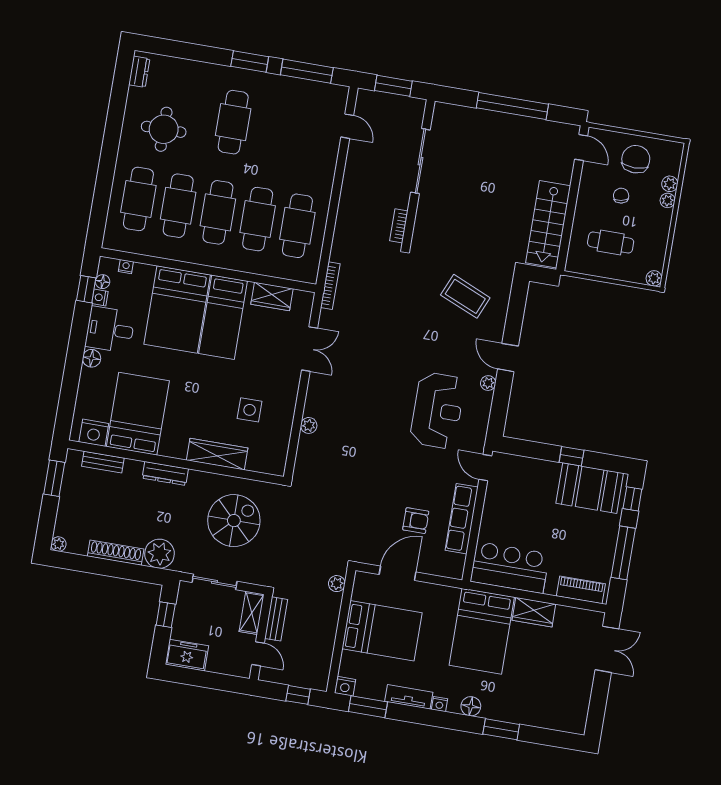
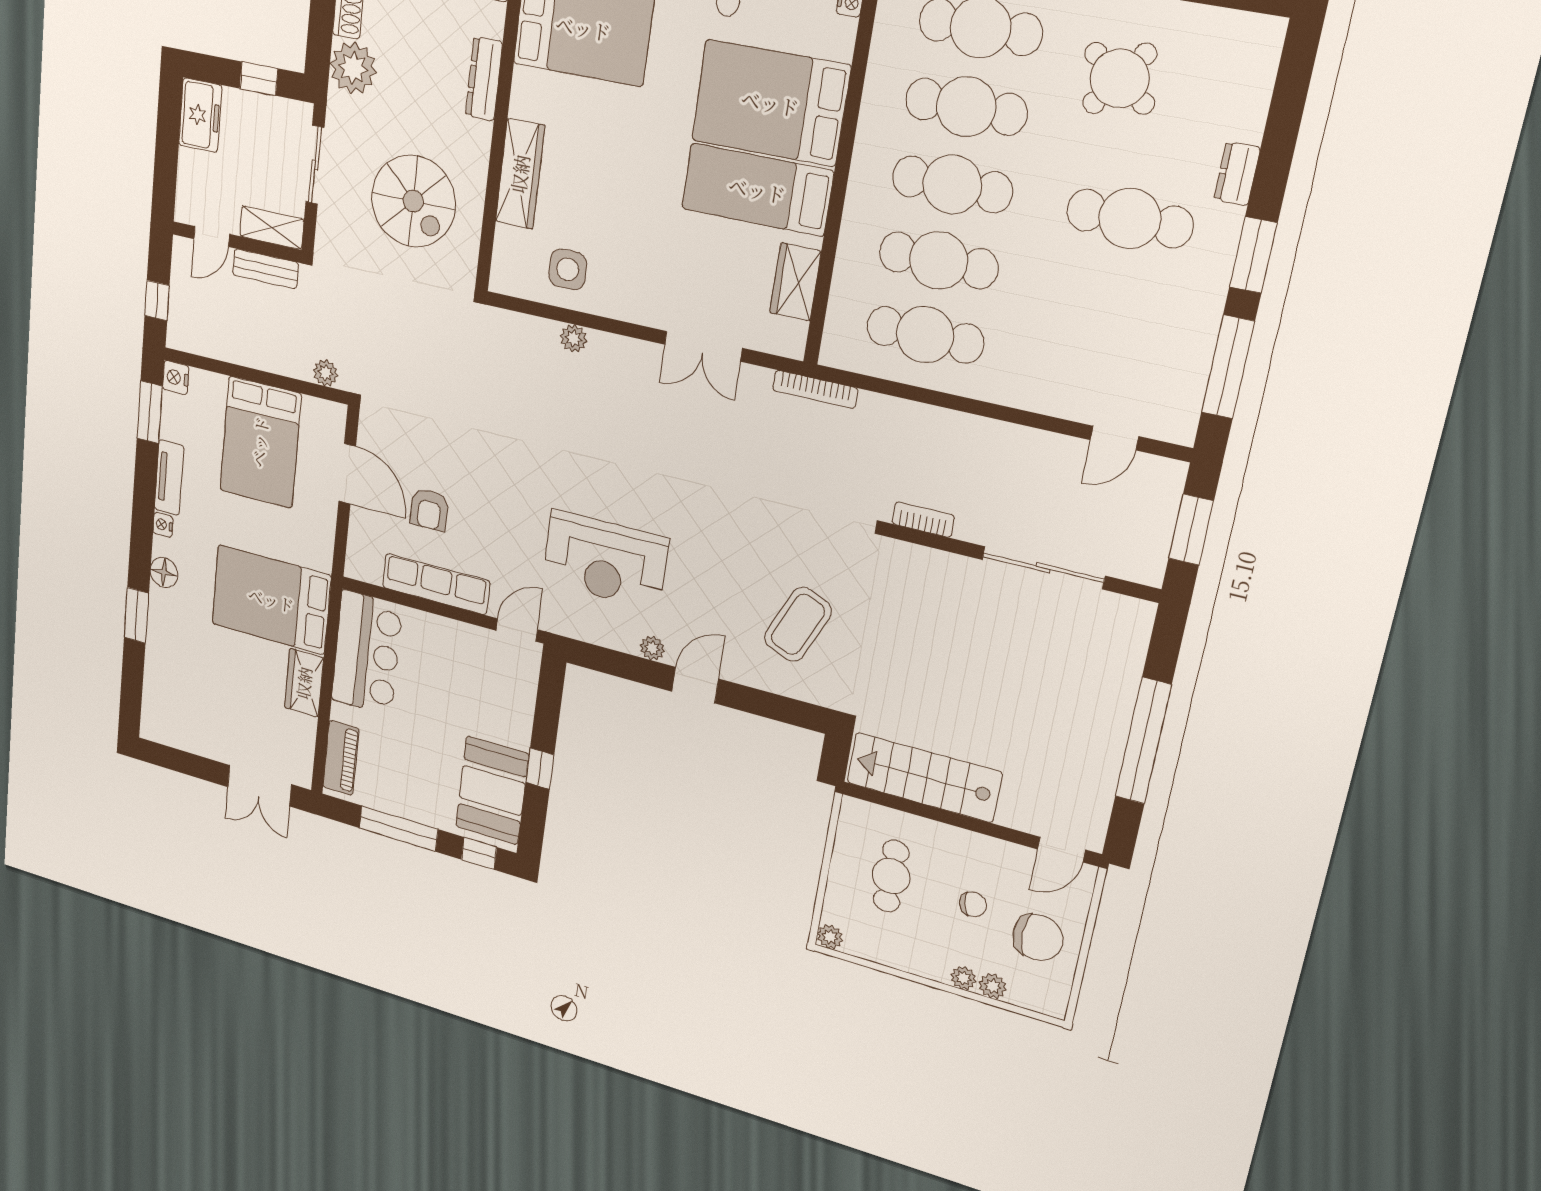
dresser: (139, 72) -> (1237, 174), moved, turned 90
round table: (164, 129) -> (1120, 78), turned 36
side table: (250, 410) -> (568, 269), moved

